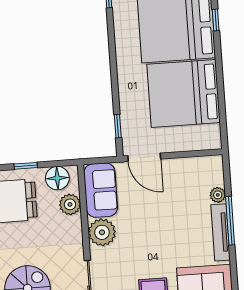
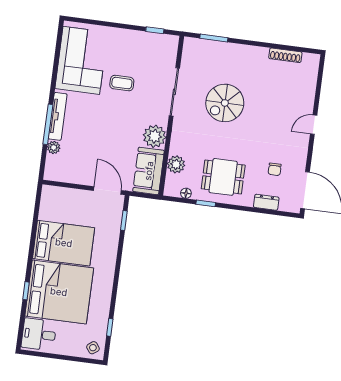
bed: (184, 93) -> (64, 243), width x0.73
floor lamp: (57, 178) -> (186, 193), width x0.53, depth x0.53

